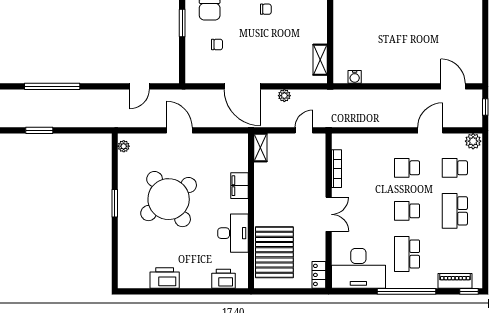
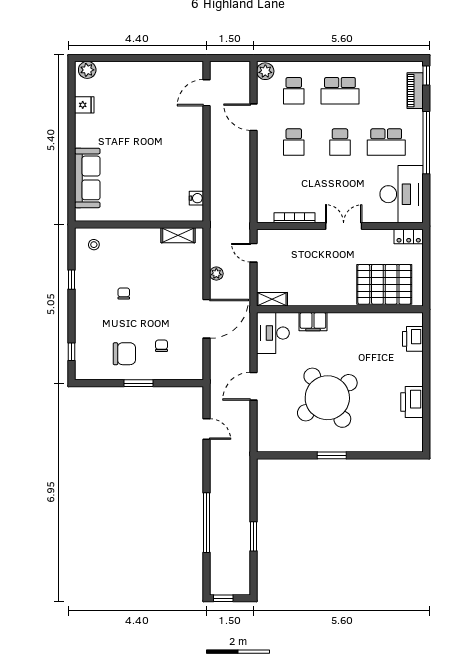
window: (485, 107) -> (229, 58), removed
plant: (124, 146) -> (271, 446), removed
desk: (233, 233) -> (273, 333), moved, turned -90

